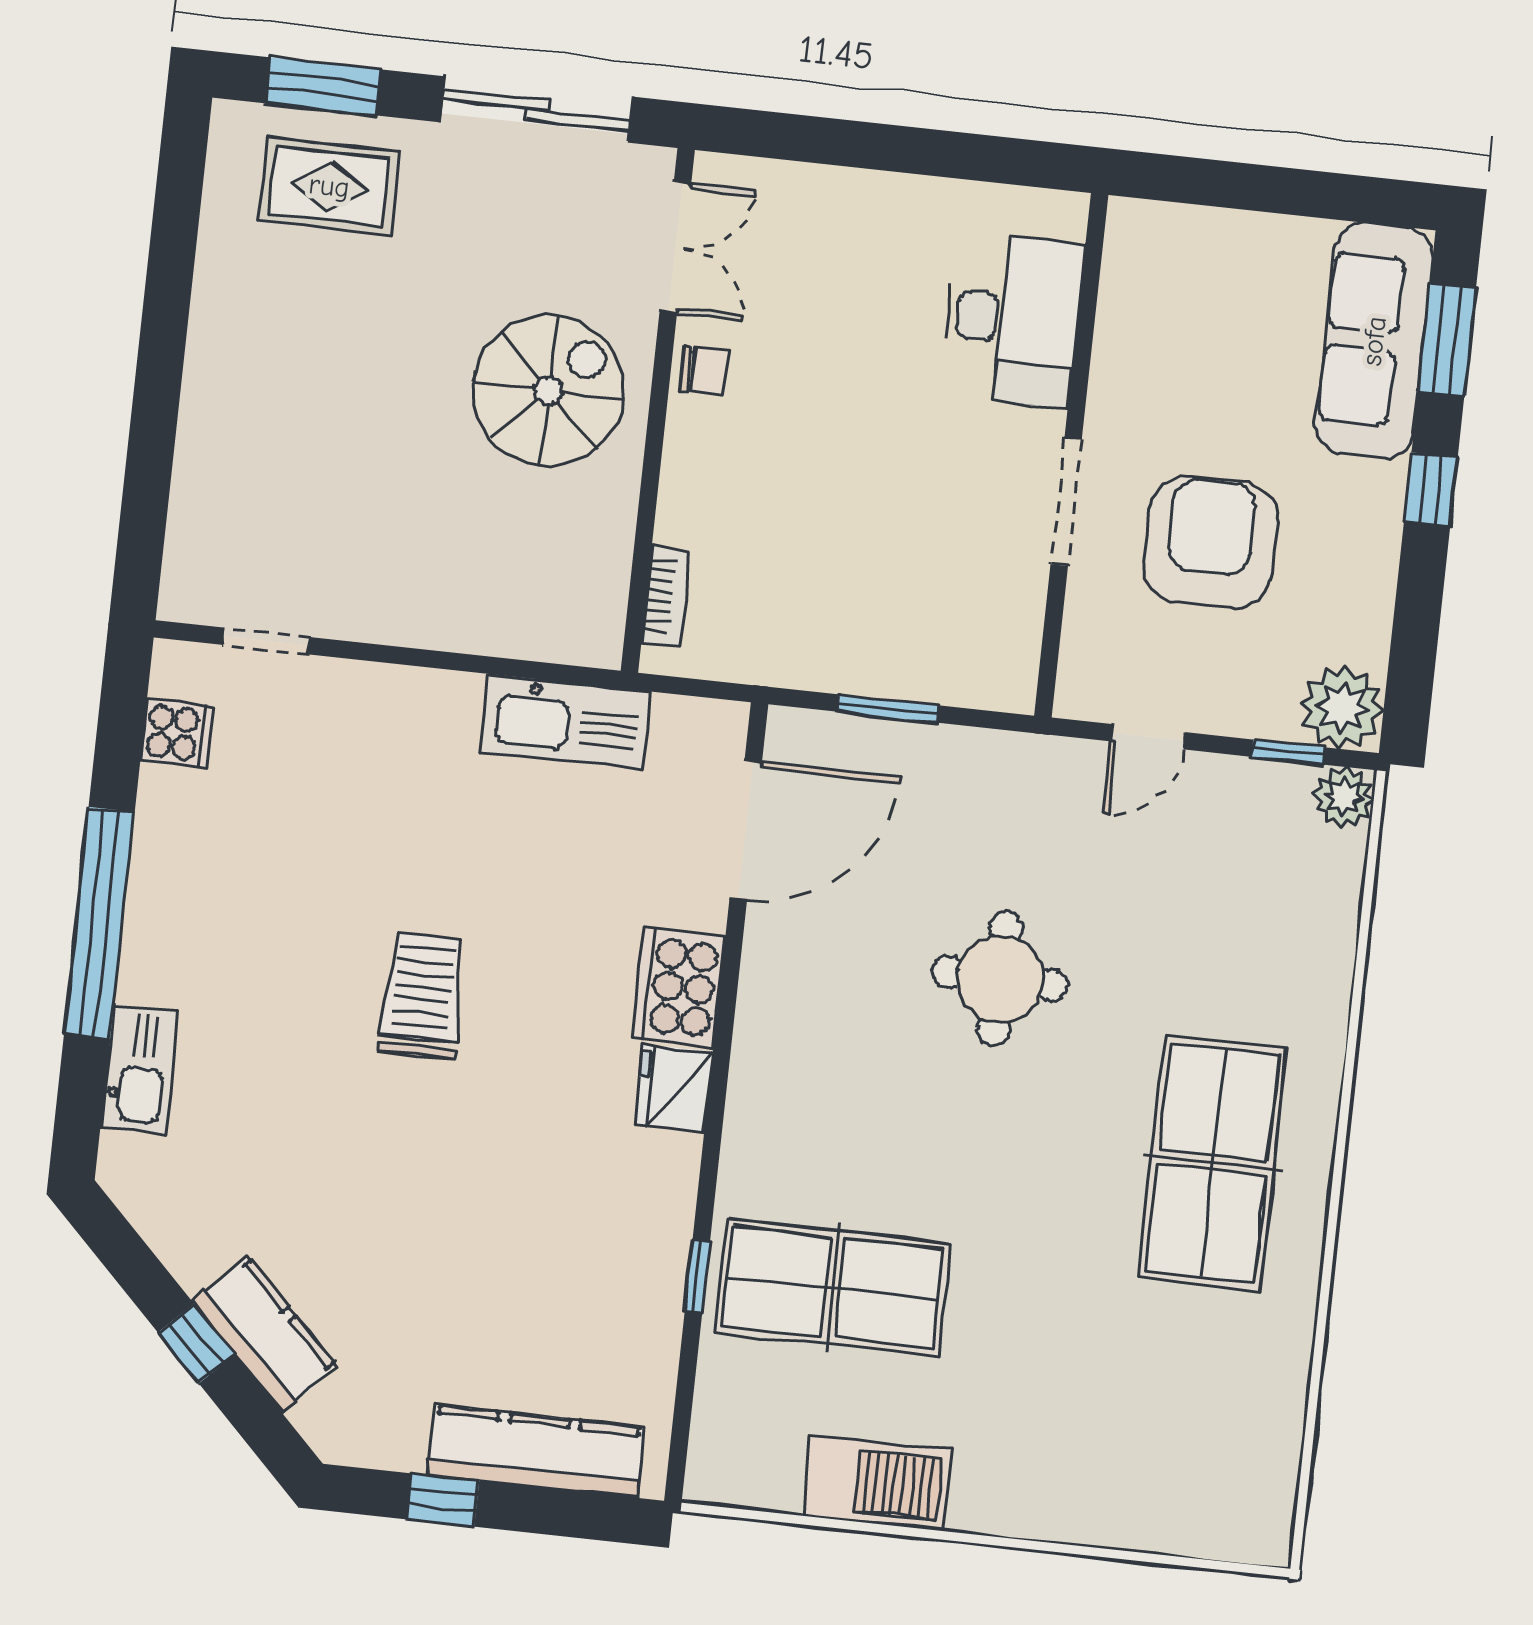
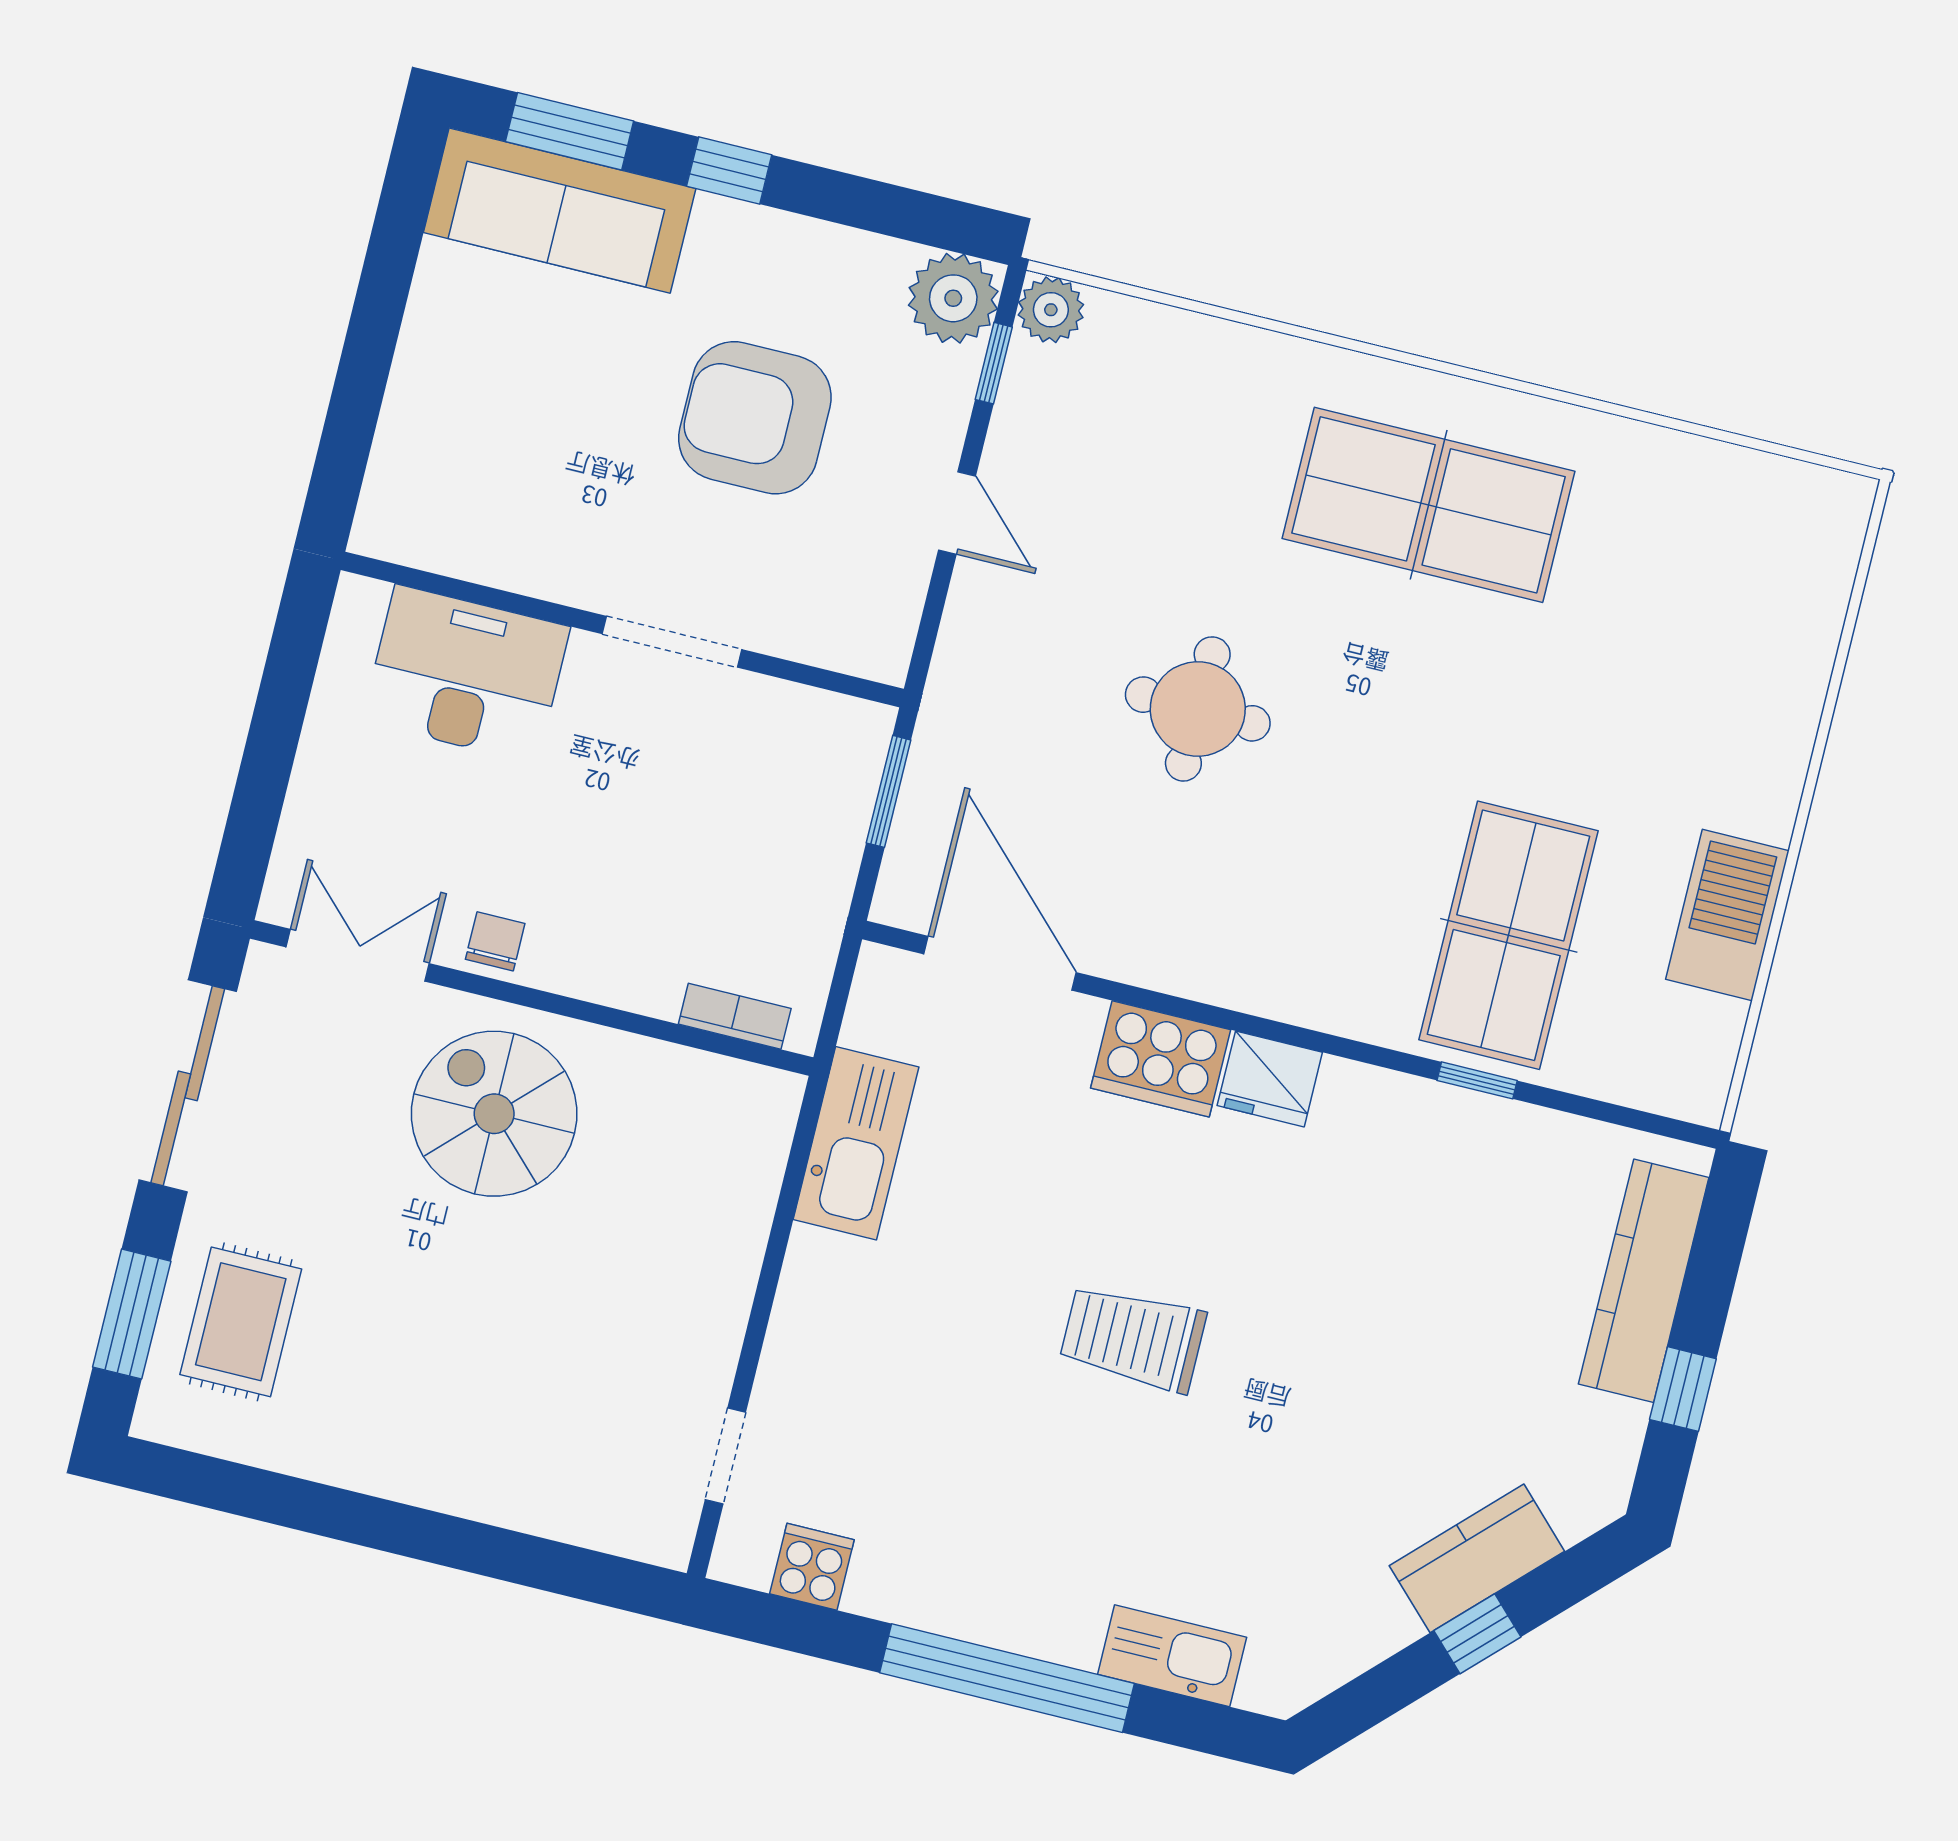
desk: (1012, 319) -> (466, 674), moved
wall: (1071, 455) -> (622, 629), moved
doorway: (1066, 502) -> (672, 642), moved

